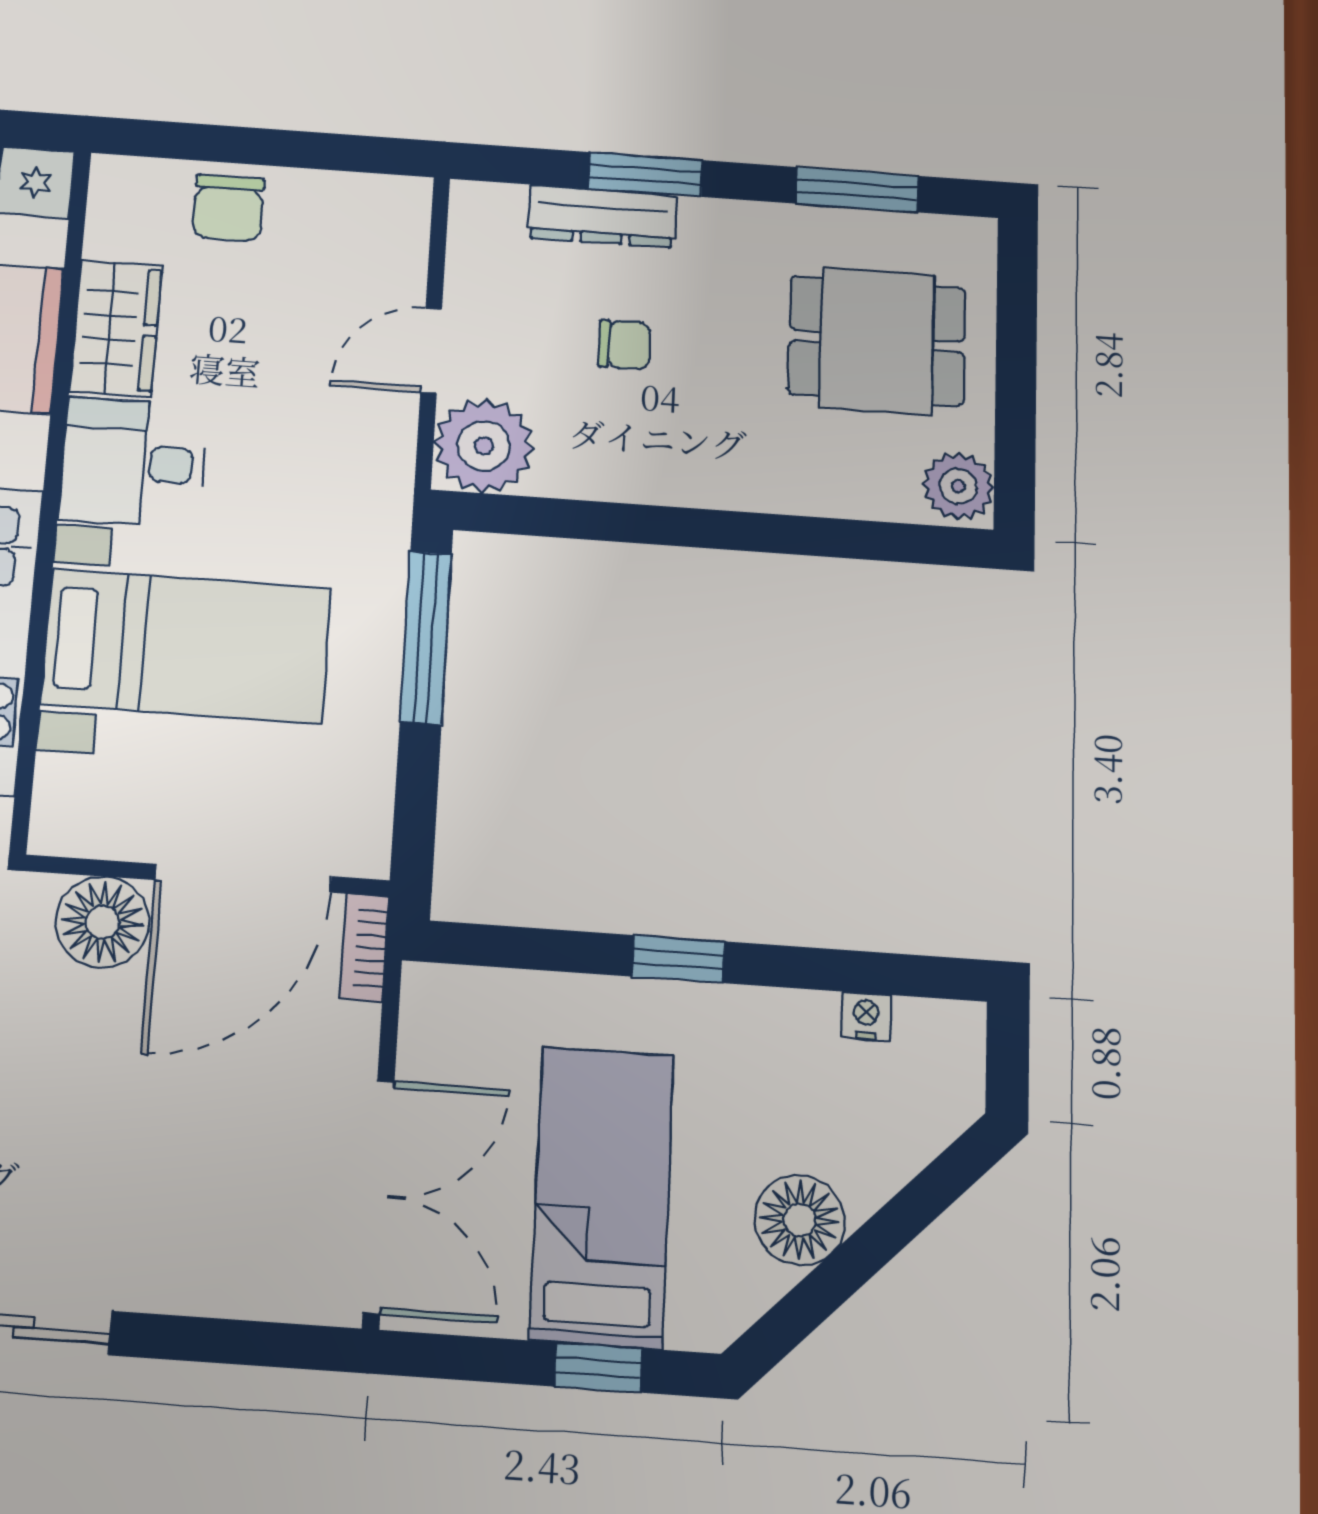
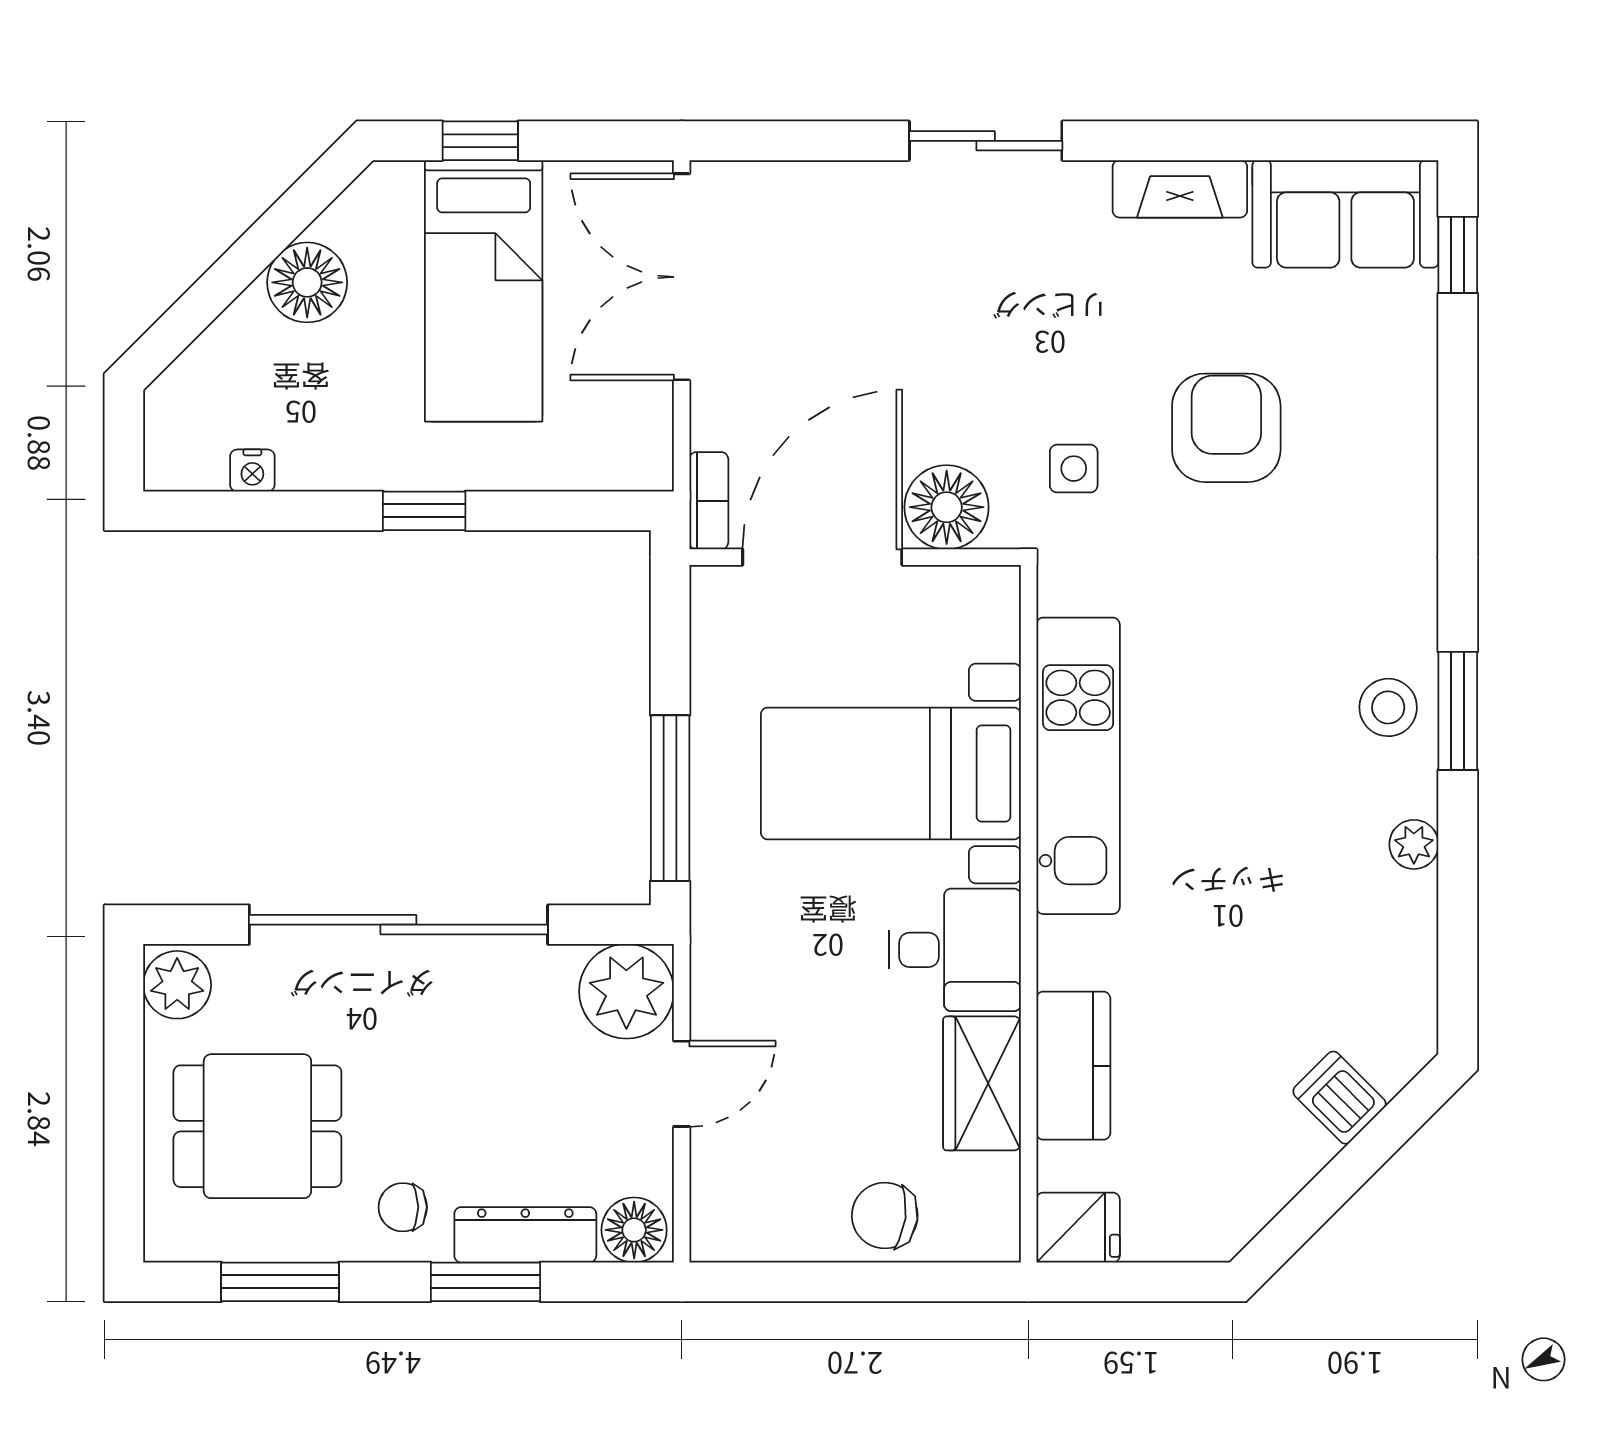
chair: (228, 208) -> (885, 1216), turned -83
floor lamp: (489, 213) -> (634, 1230), added
chair: (624, 345) -> (403, 1207), moved
sliding door: (722, 530) -> (398, 925), added

